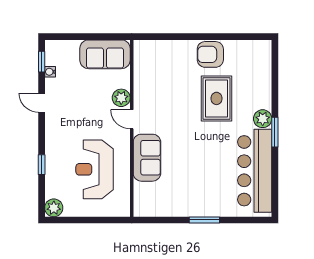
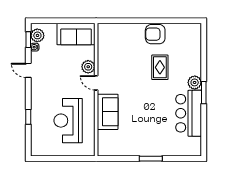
rug: (216, 98) -> (160, 67), width x0.73, depth x0.70
bar counter: (255, 171) -> (189, 113), width x0.73
plant: (54, 208) -> (37, 35), moved

